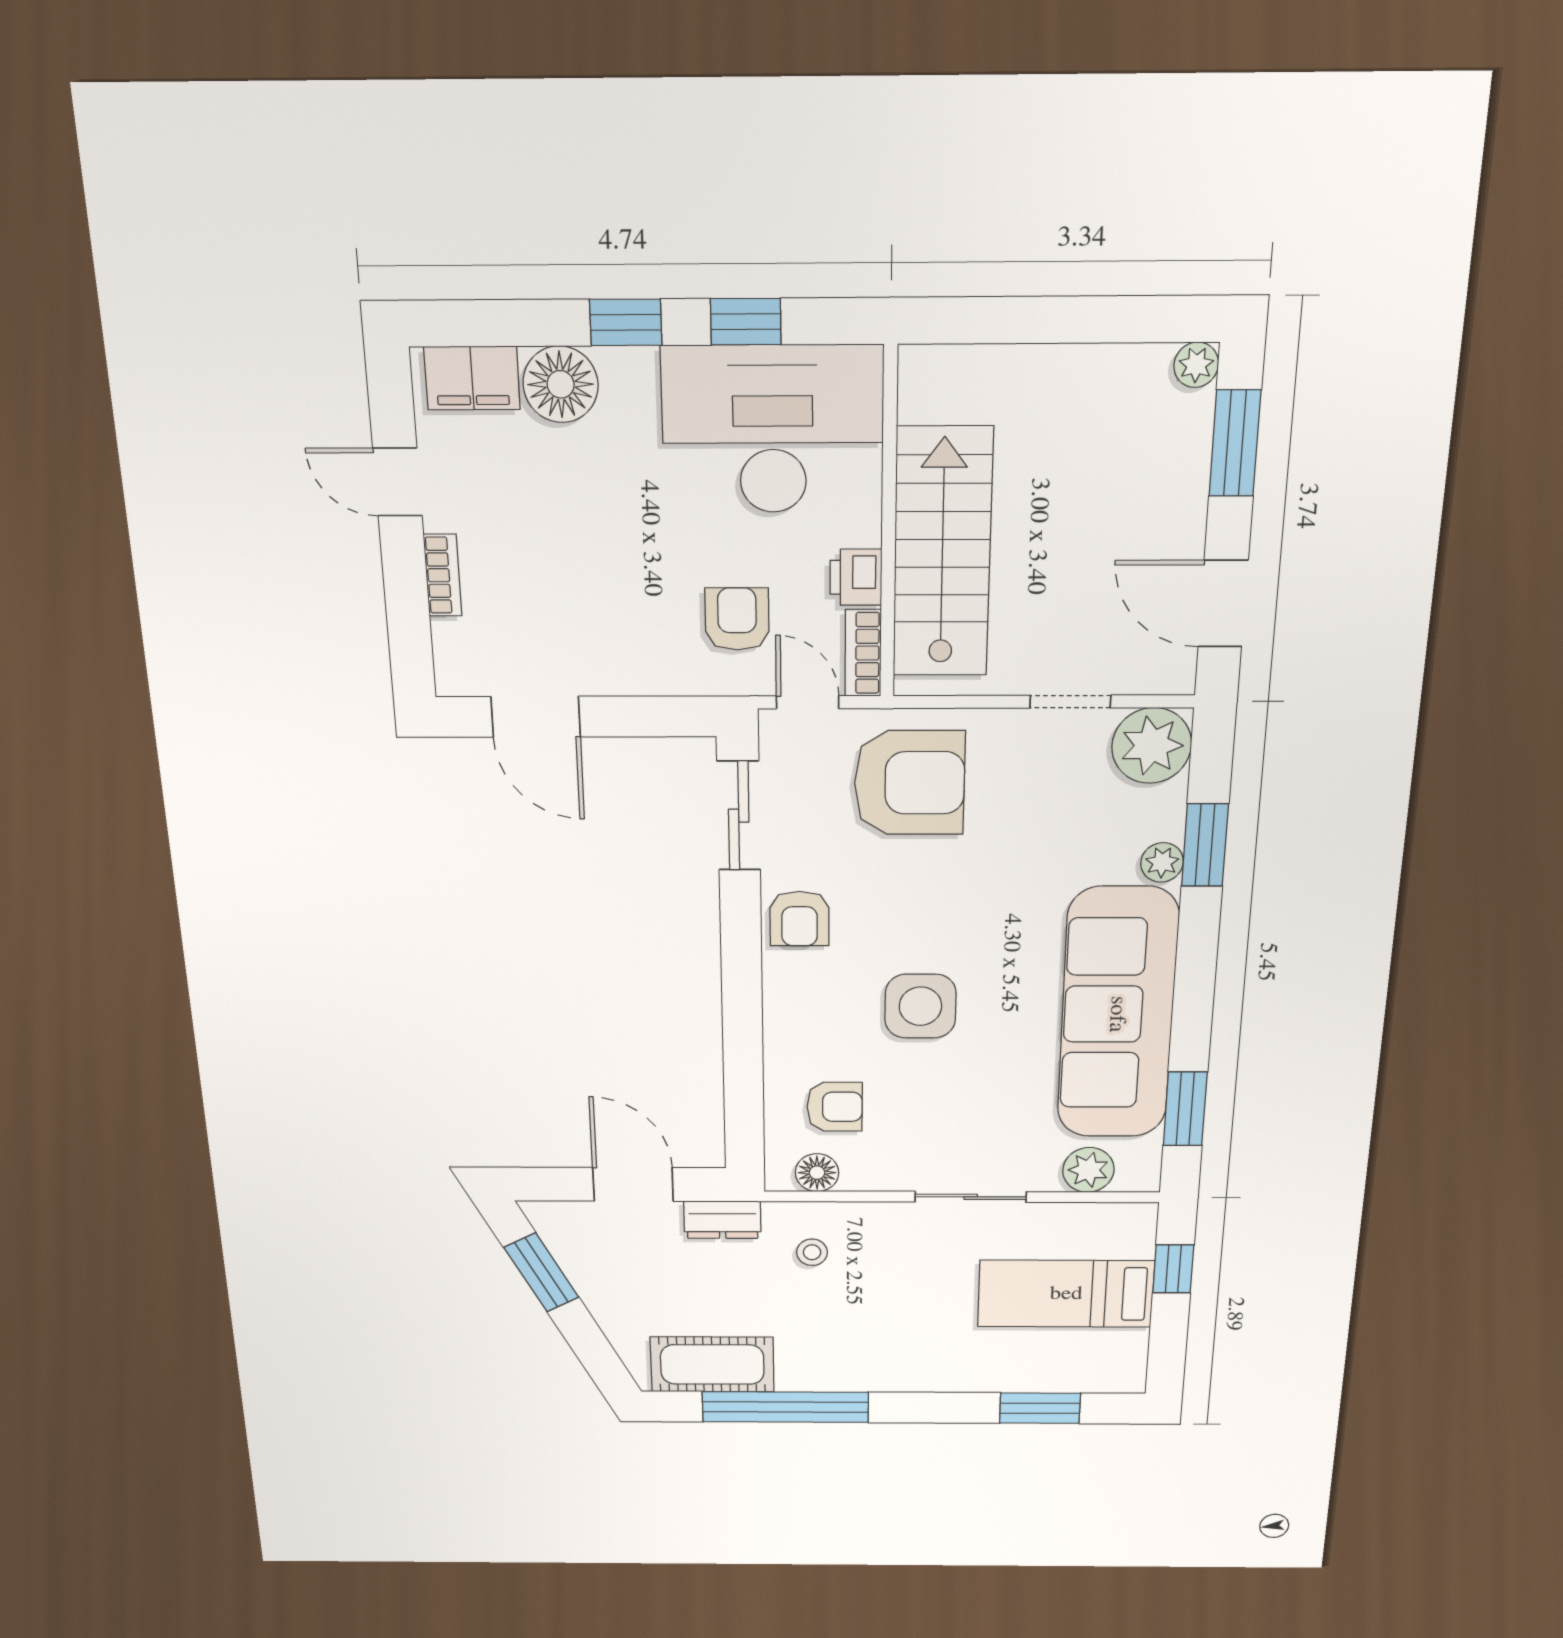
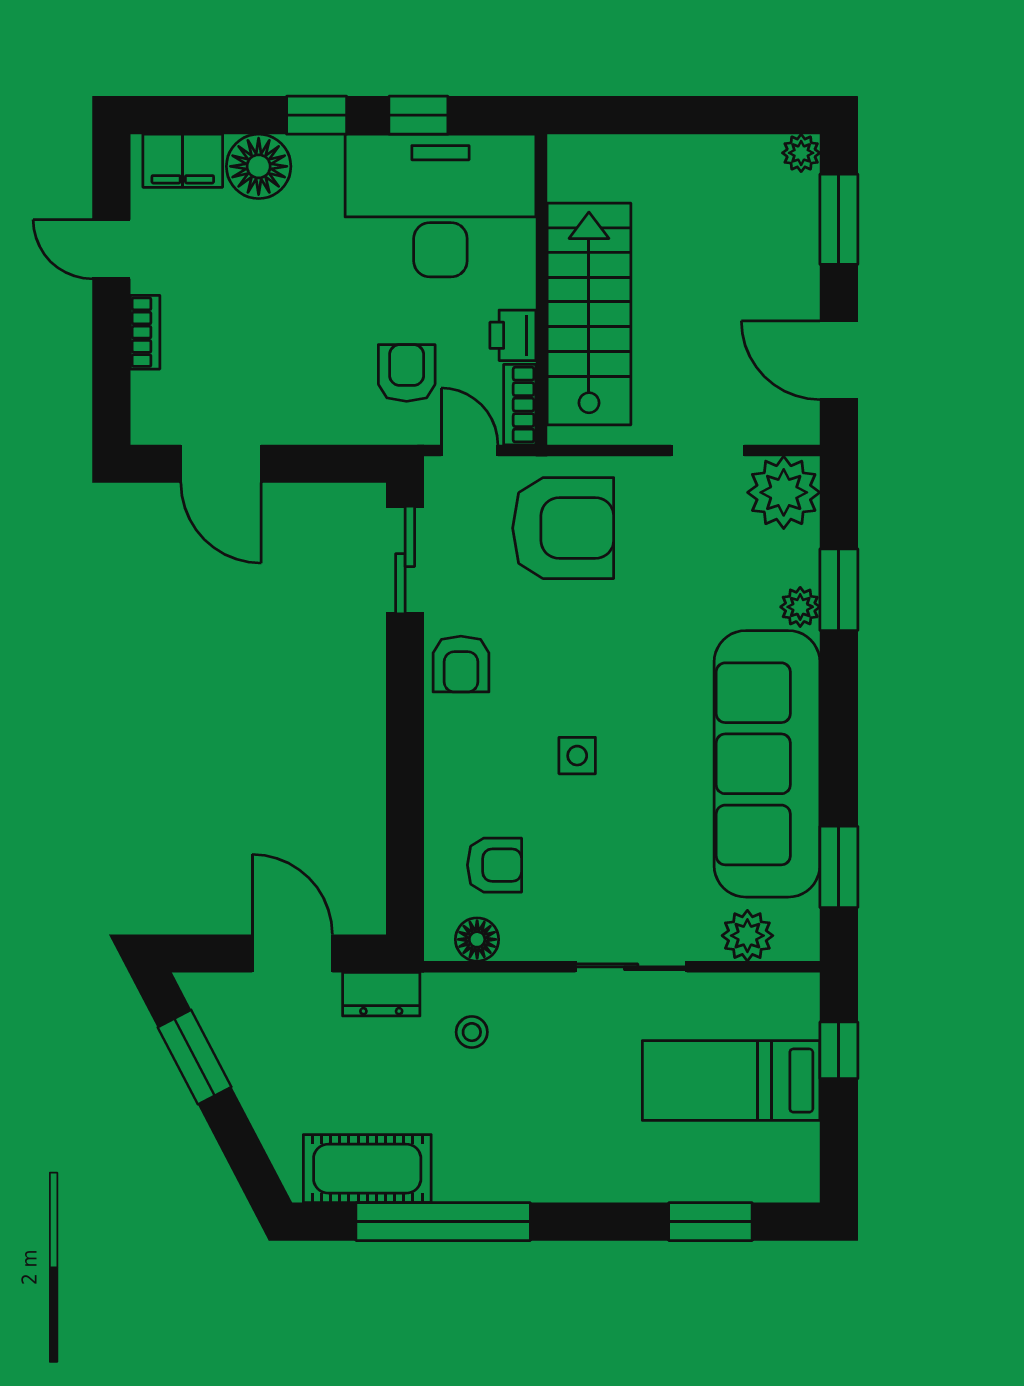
side table: (920, 1006) -> (577, 756), width x0.54, depth x0.54

